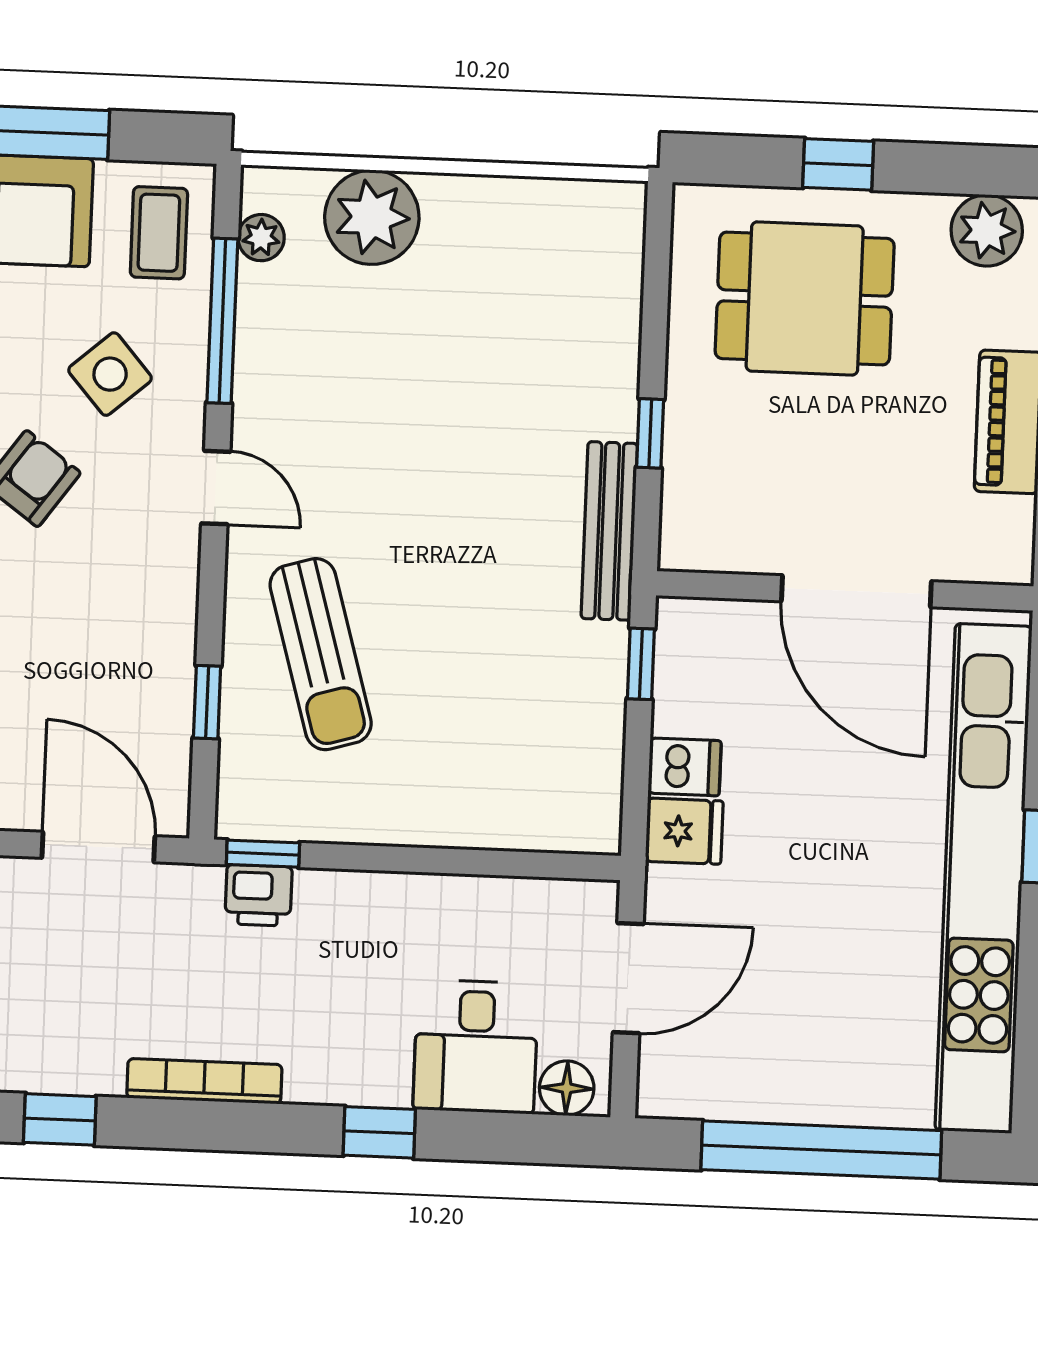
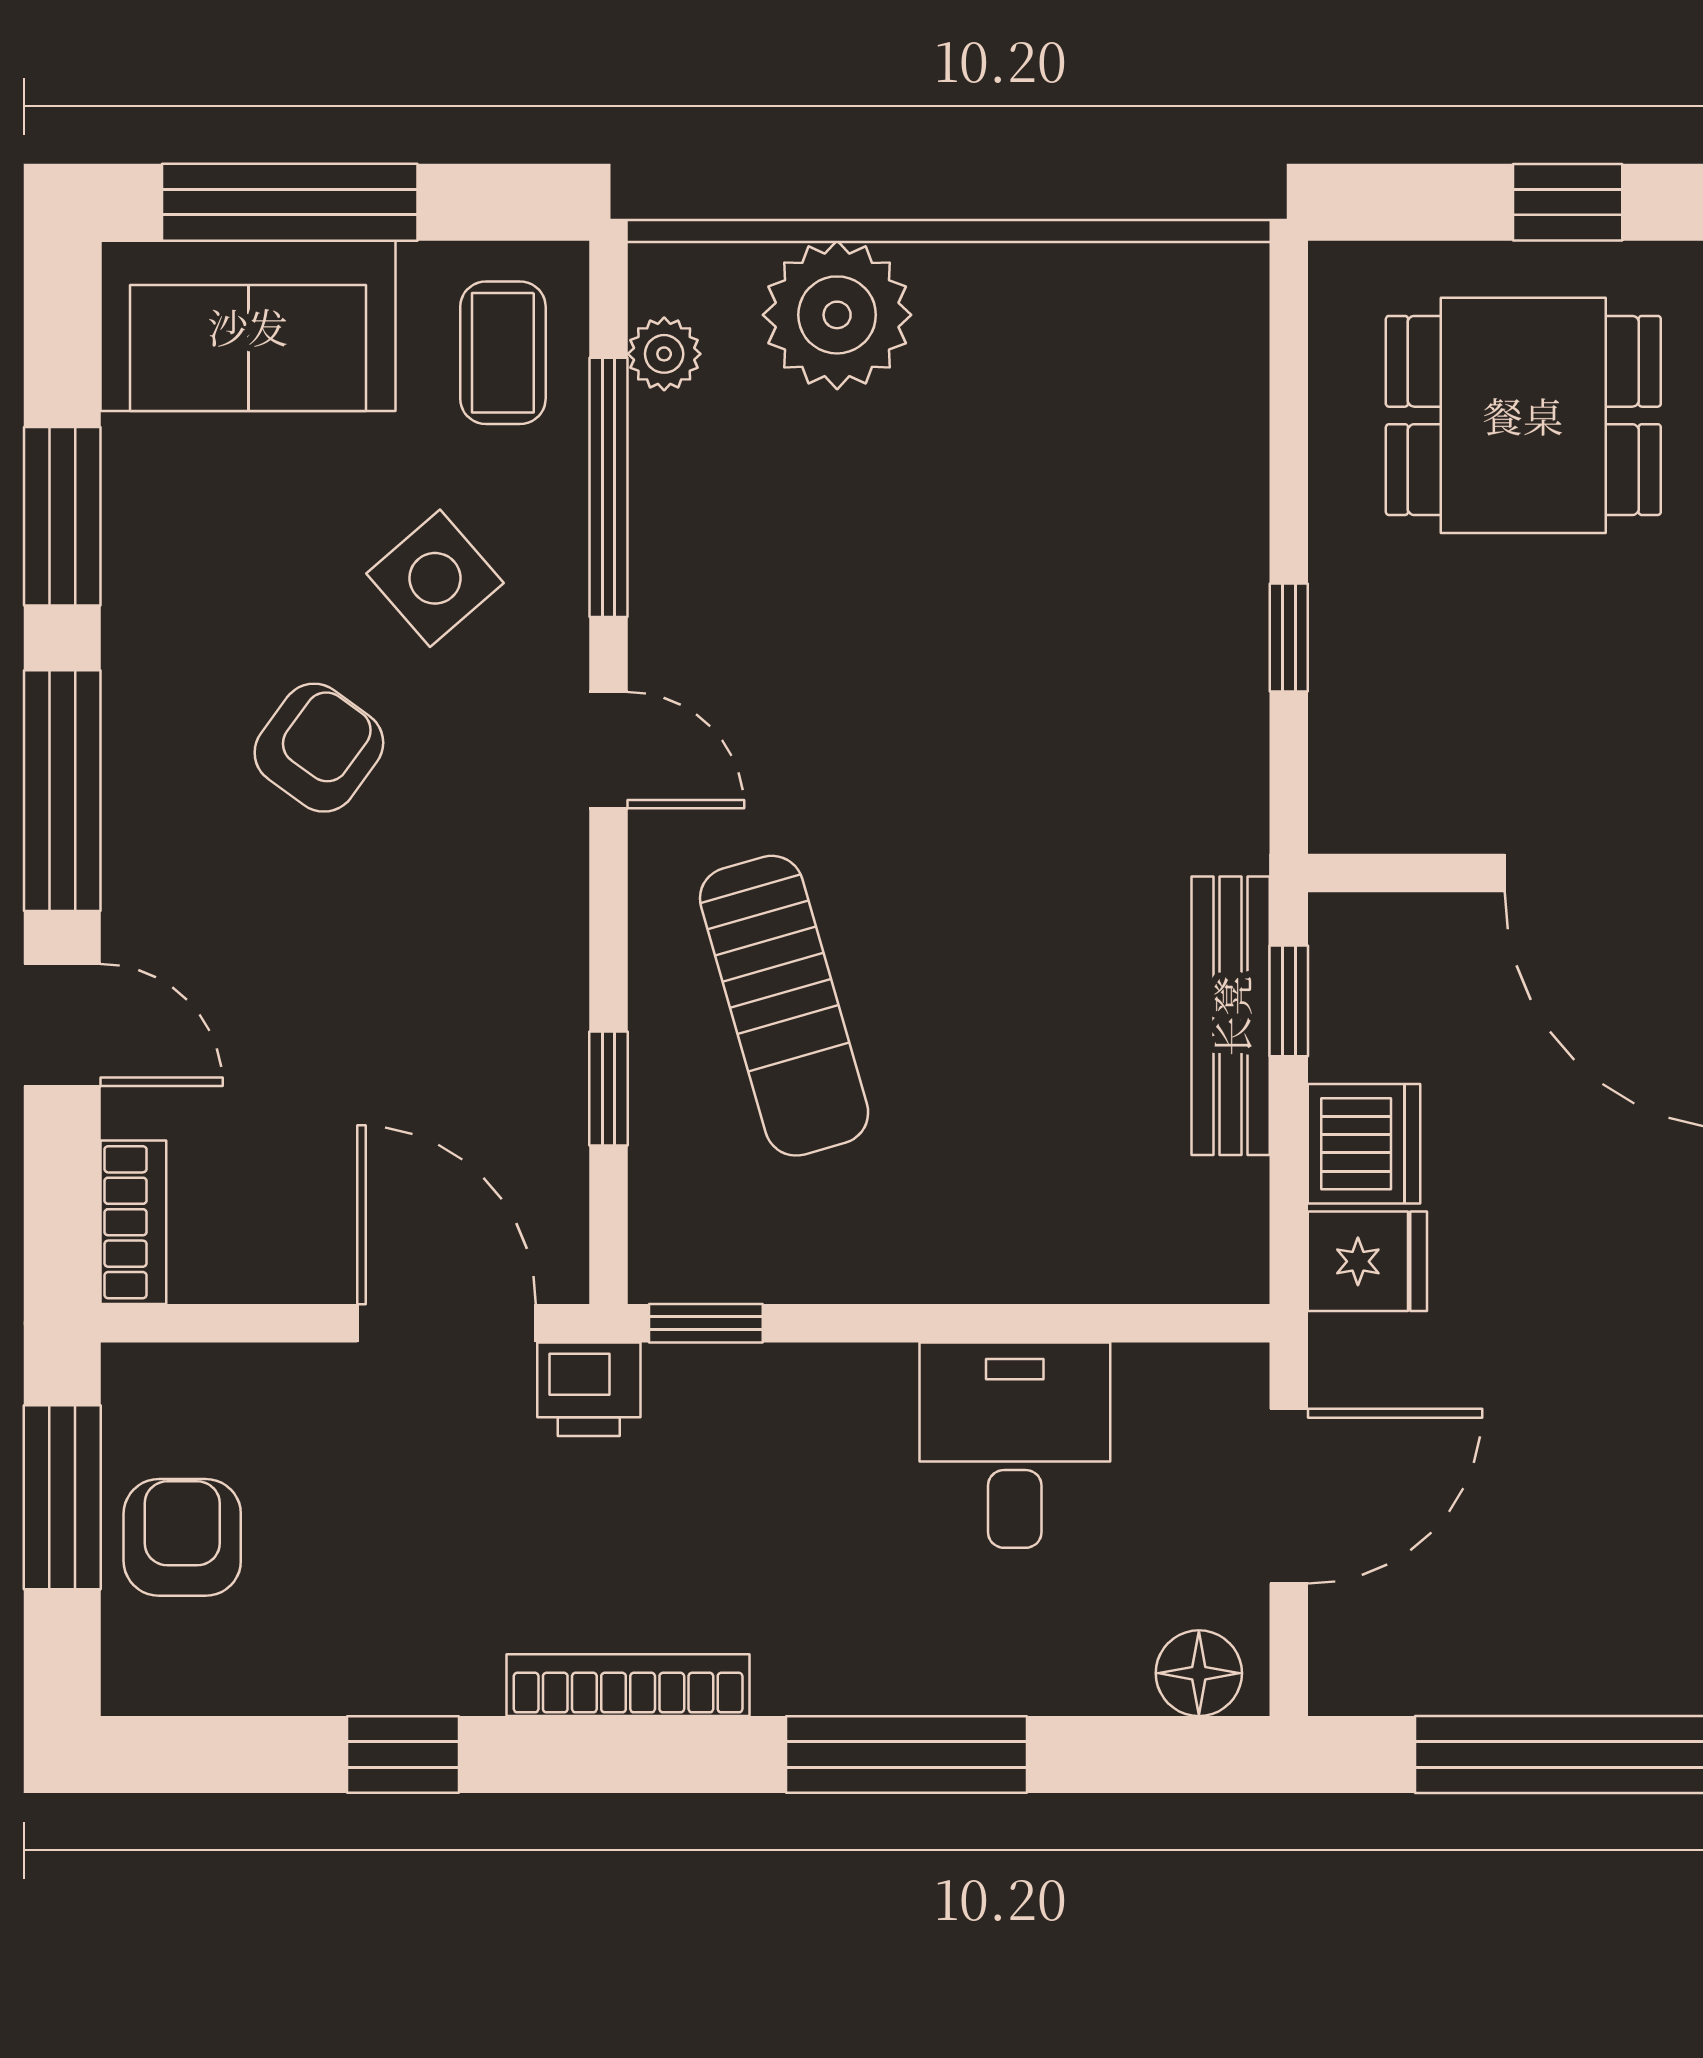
bench: (609, 531) -> (1231, 1016), moved
dishwasher: (685, 767) -> (1364, 1144), width x1.38
printer: (258, 895) -> (589, 1389), moved
desk: (476, 1047) -> (1015, 1445), moved, turned 180
window: (379, 1132) -> (907, 1755), width x2.17

